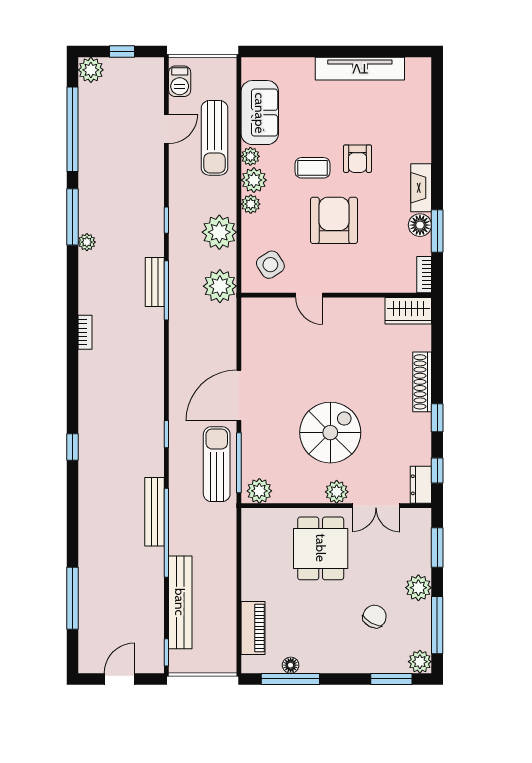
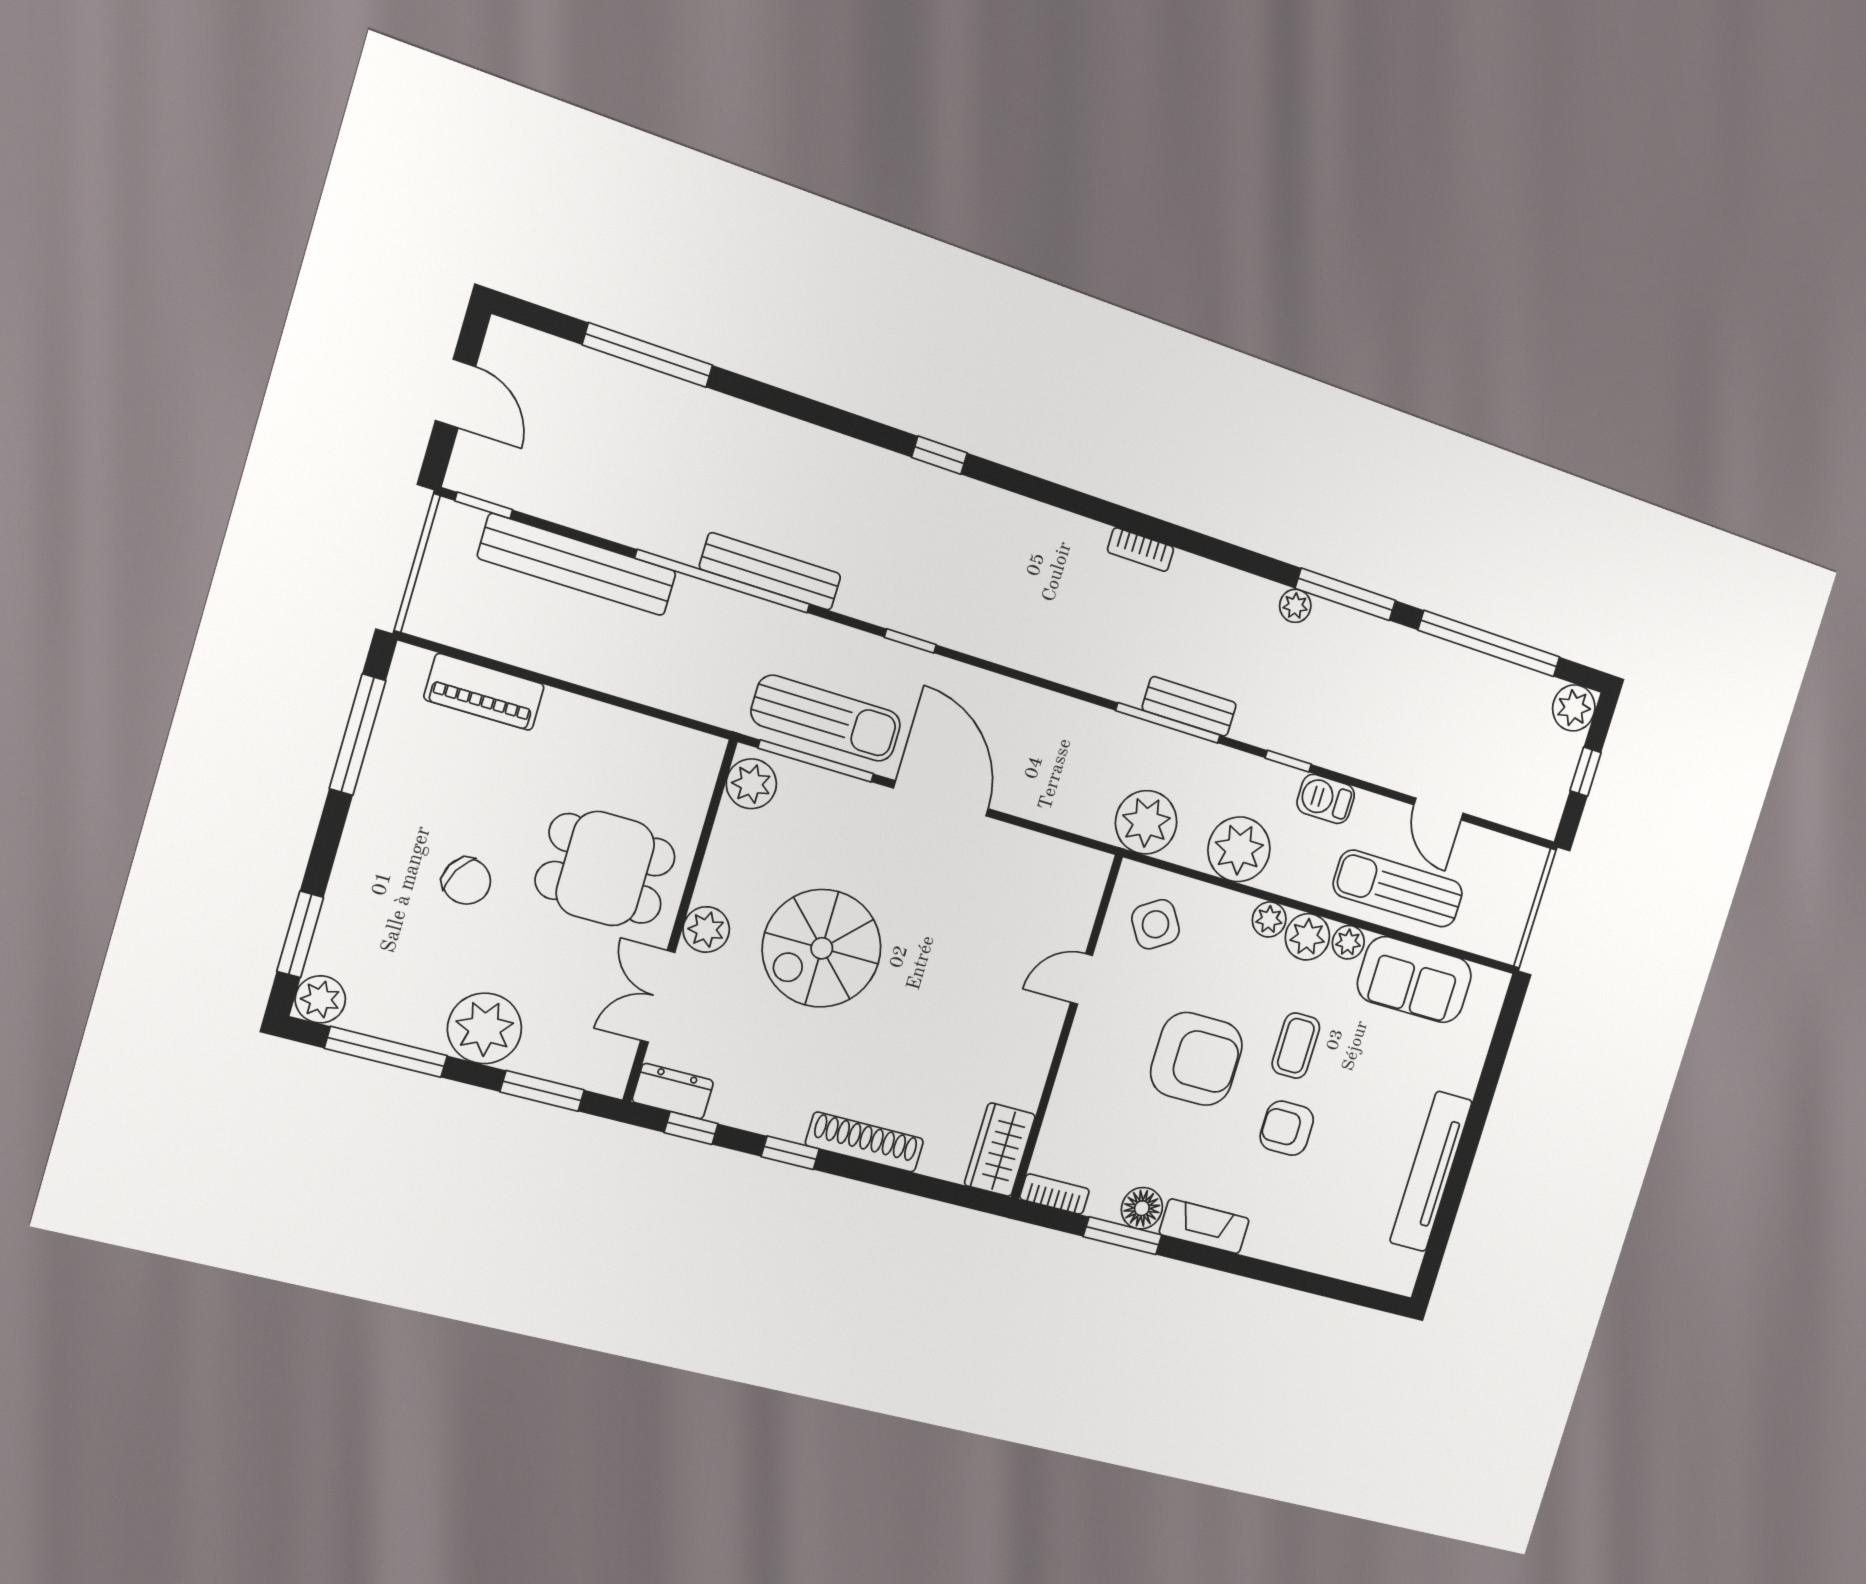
barbecue: (180, 81) -> (1326, 799), moved
spiral stairs: (330, 433) -> (822, 948), turned 90
plant: (418, 588) -> (485, 1028), width x1.36, depth x1.36
chair: (375, 617) -> (466, 881), moved
floor lamp: (291, 665) -> (386, 744), removed

